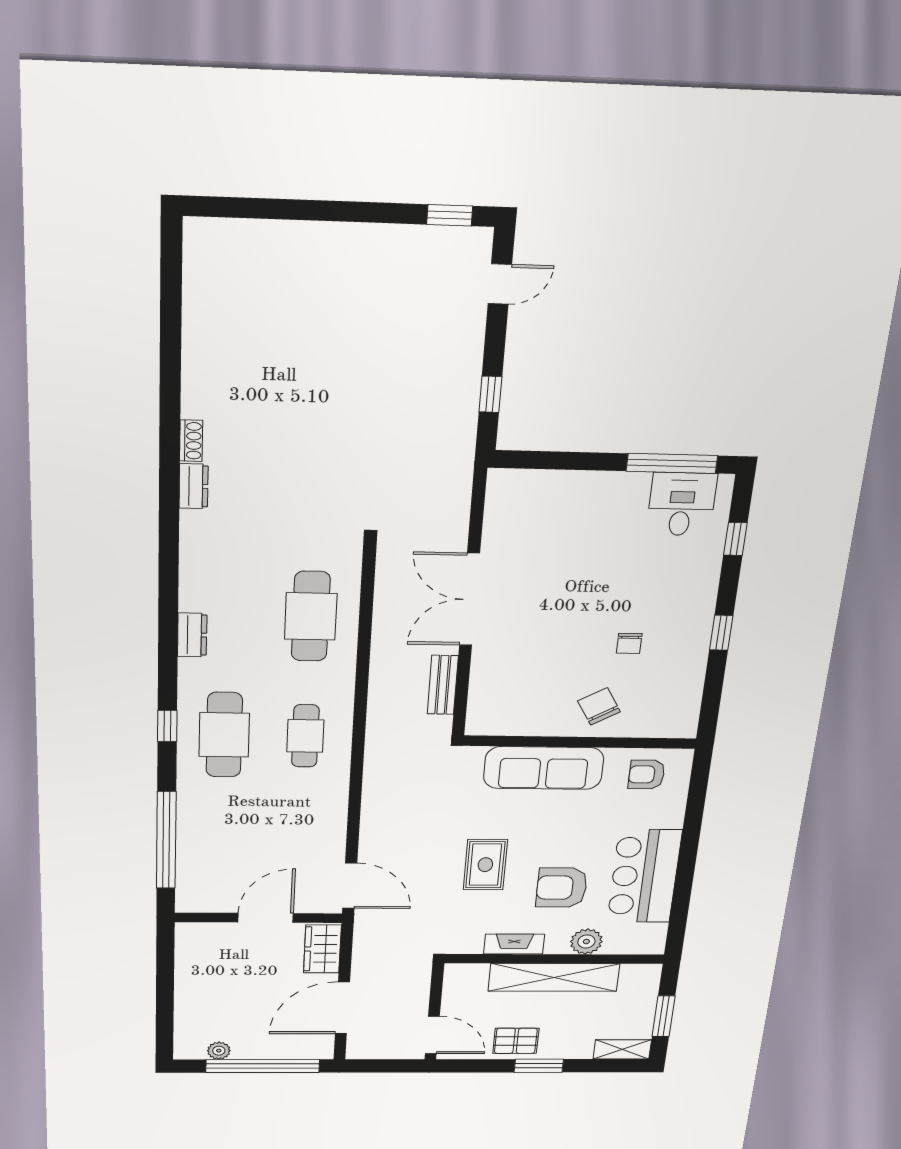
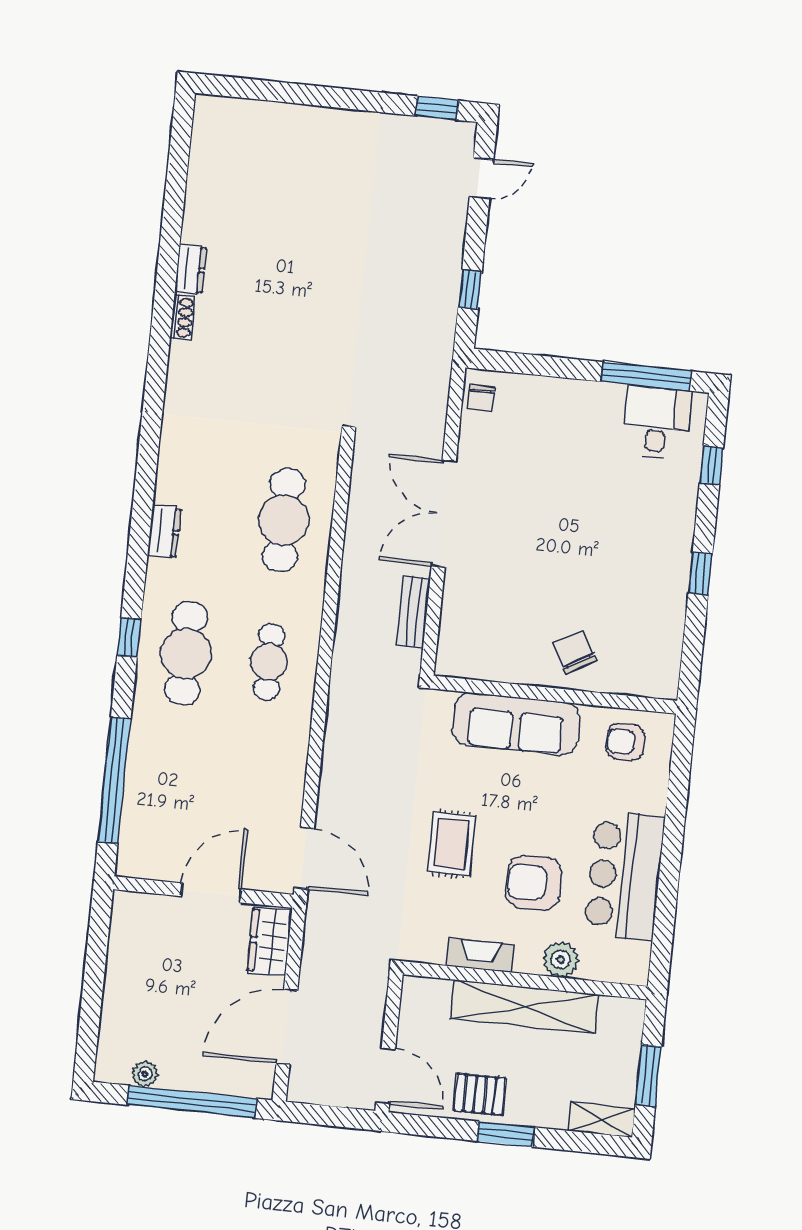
dresser: (194, 486) -> (190, 269), moved
chair: (629, 643) -> (481, 398), moved

